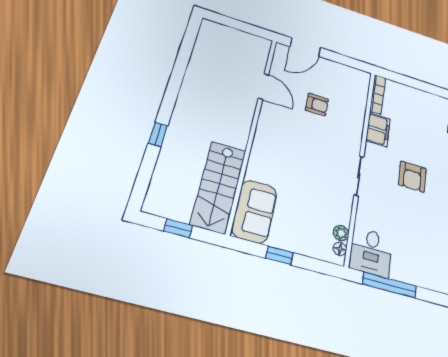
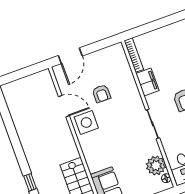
armchair: (317, 105) -> (101, 94), turned 90
side table: (279, 120) -> (86, 122), added
plant: (341, 233) -> (156, 166), width x1.88, depth x1.88

